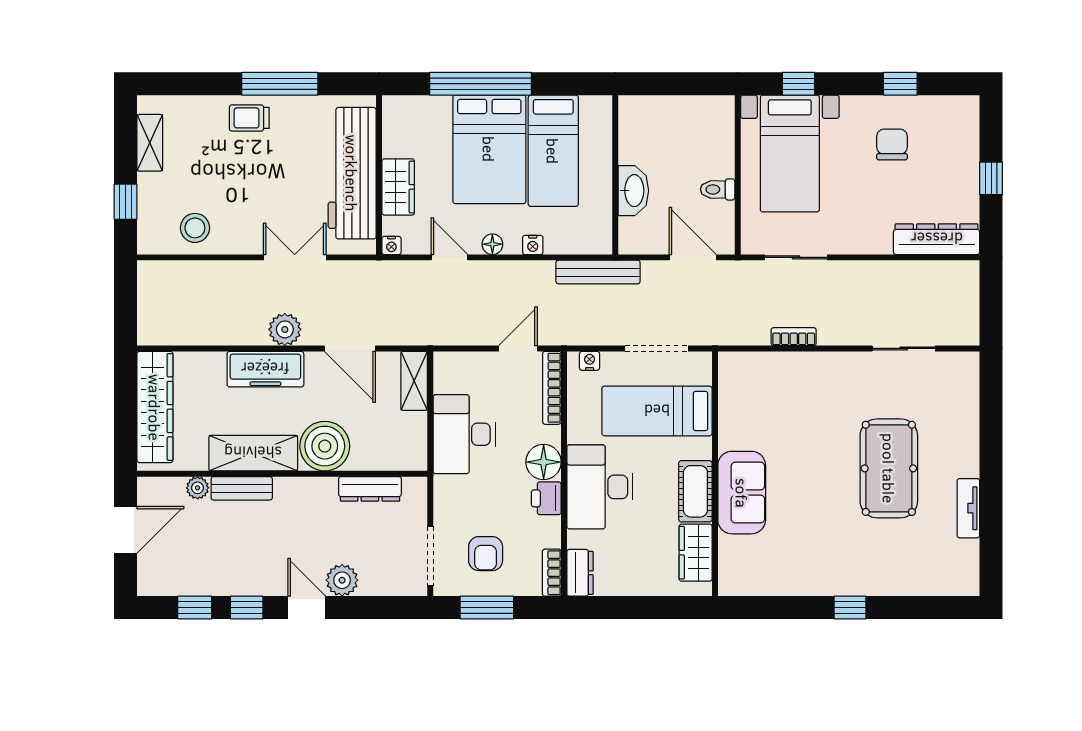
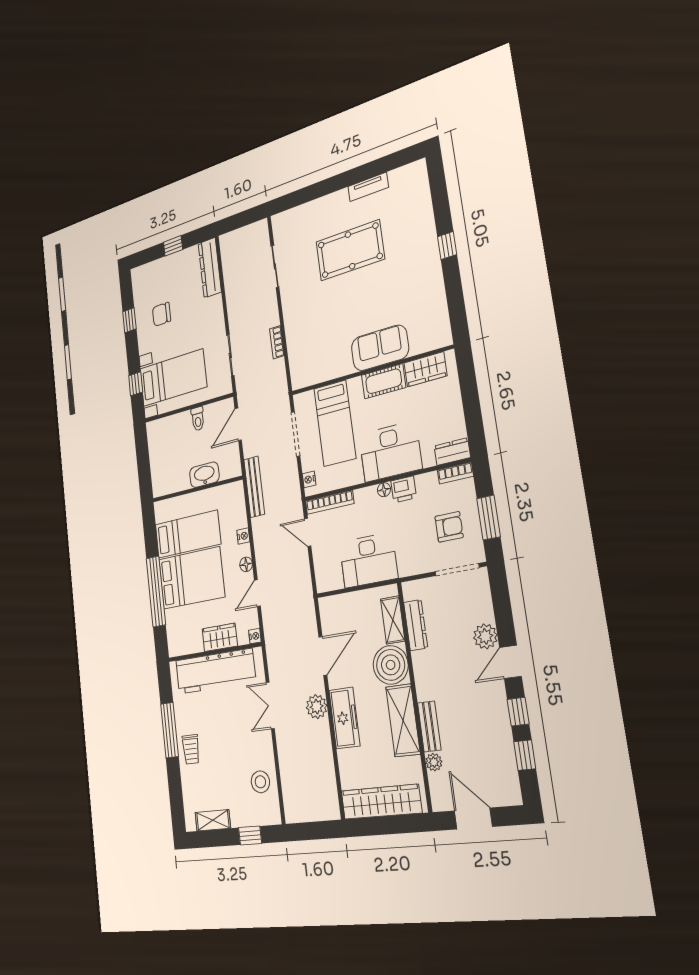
shelving: (414, 381) -> (393, 620), moved, turned 90
floor lamp: (544, 462) -> (384, 490), width x0.53, depth x0.53

